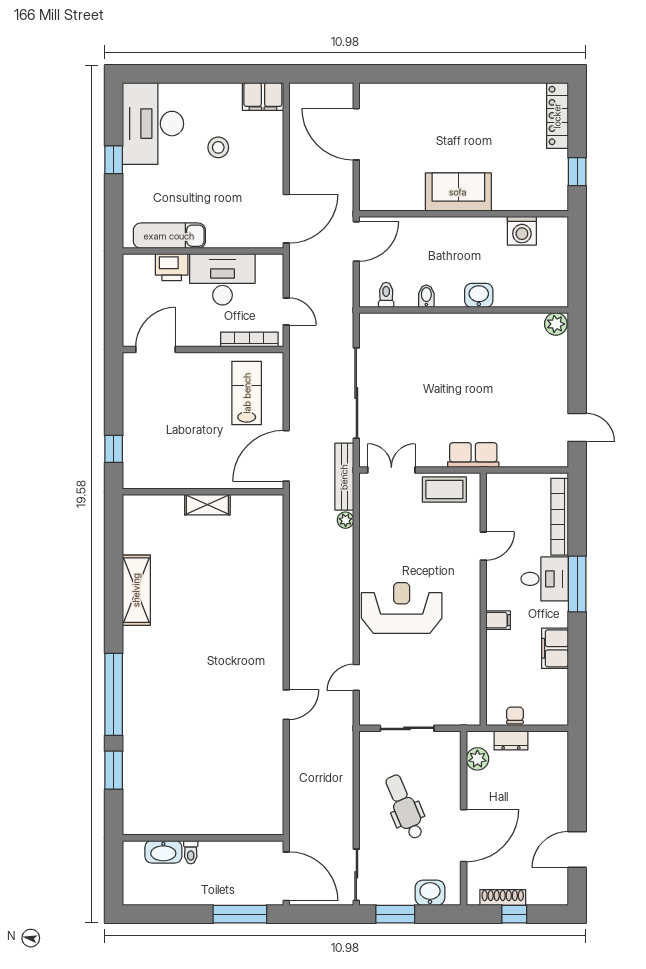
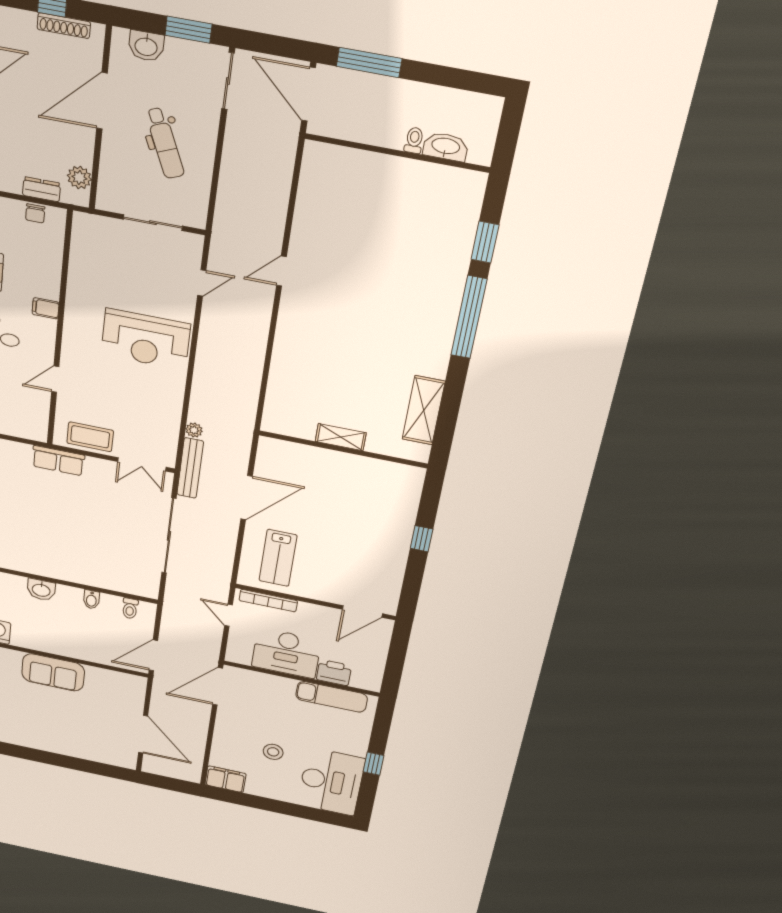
wall: (203, 492) -> (343, 449), moved
shelving: (207, 505) -> (341, 437), moved

